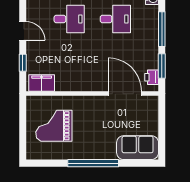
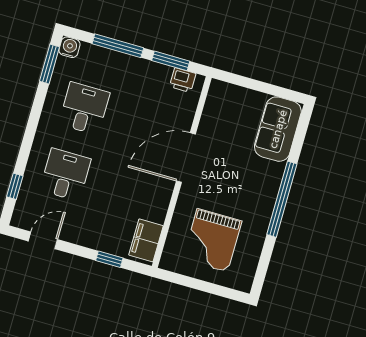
door: (23, 31) -> (43, 240), moved
door: (125, 94) -> (186, 158), moved

